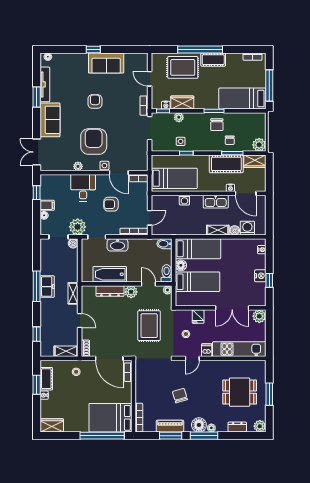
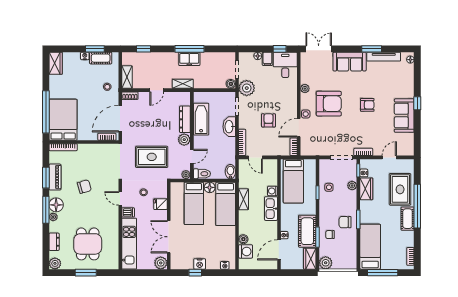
desk: (83, 188) -> (285, 65), moved, turned -90
kitchen sink: (216, 202) -> (271, 209), moved
shelving: (218, 230) -> (244, 199), moved

